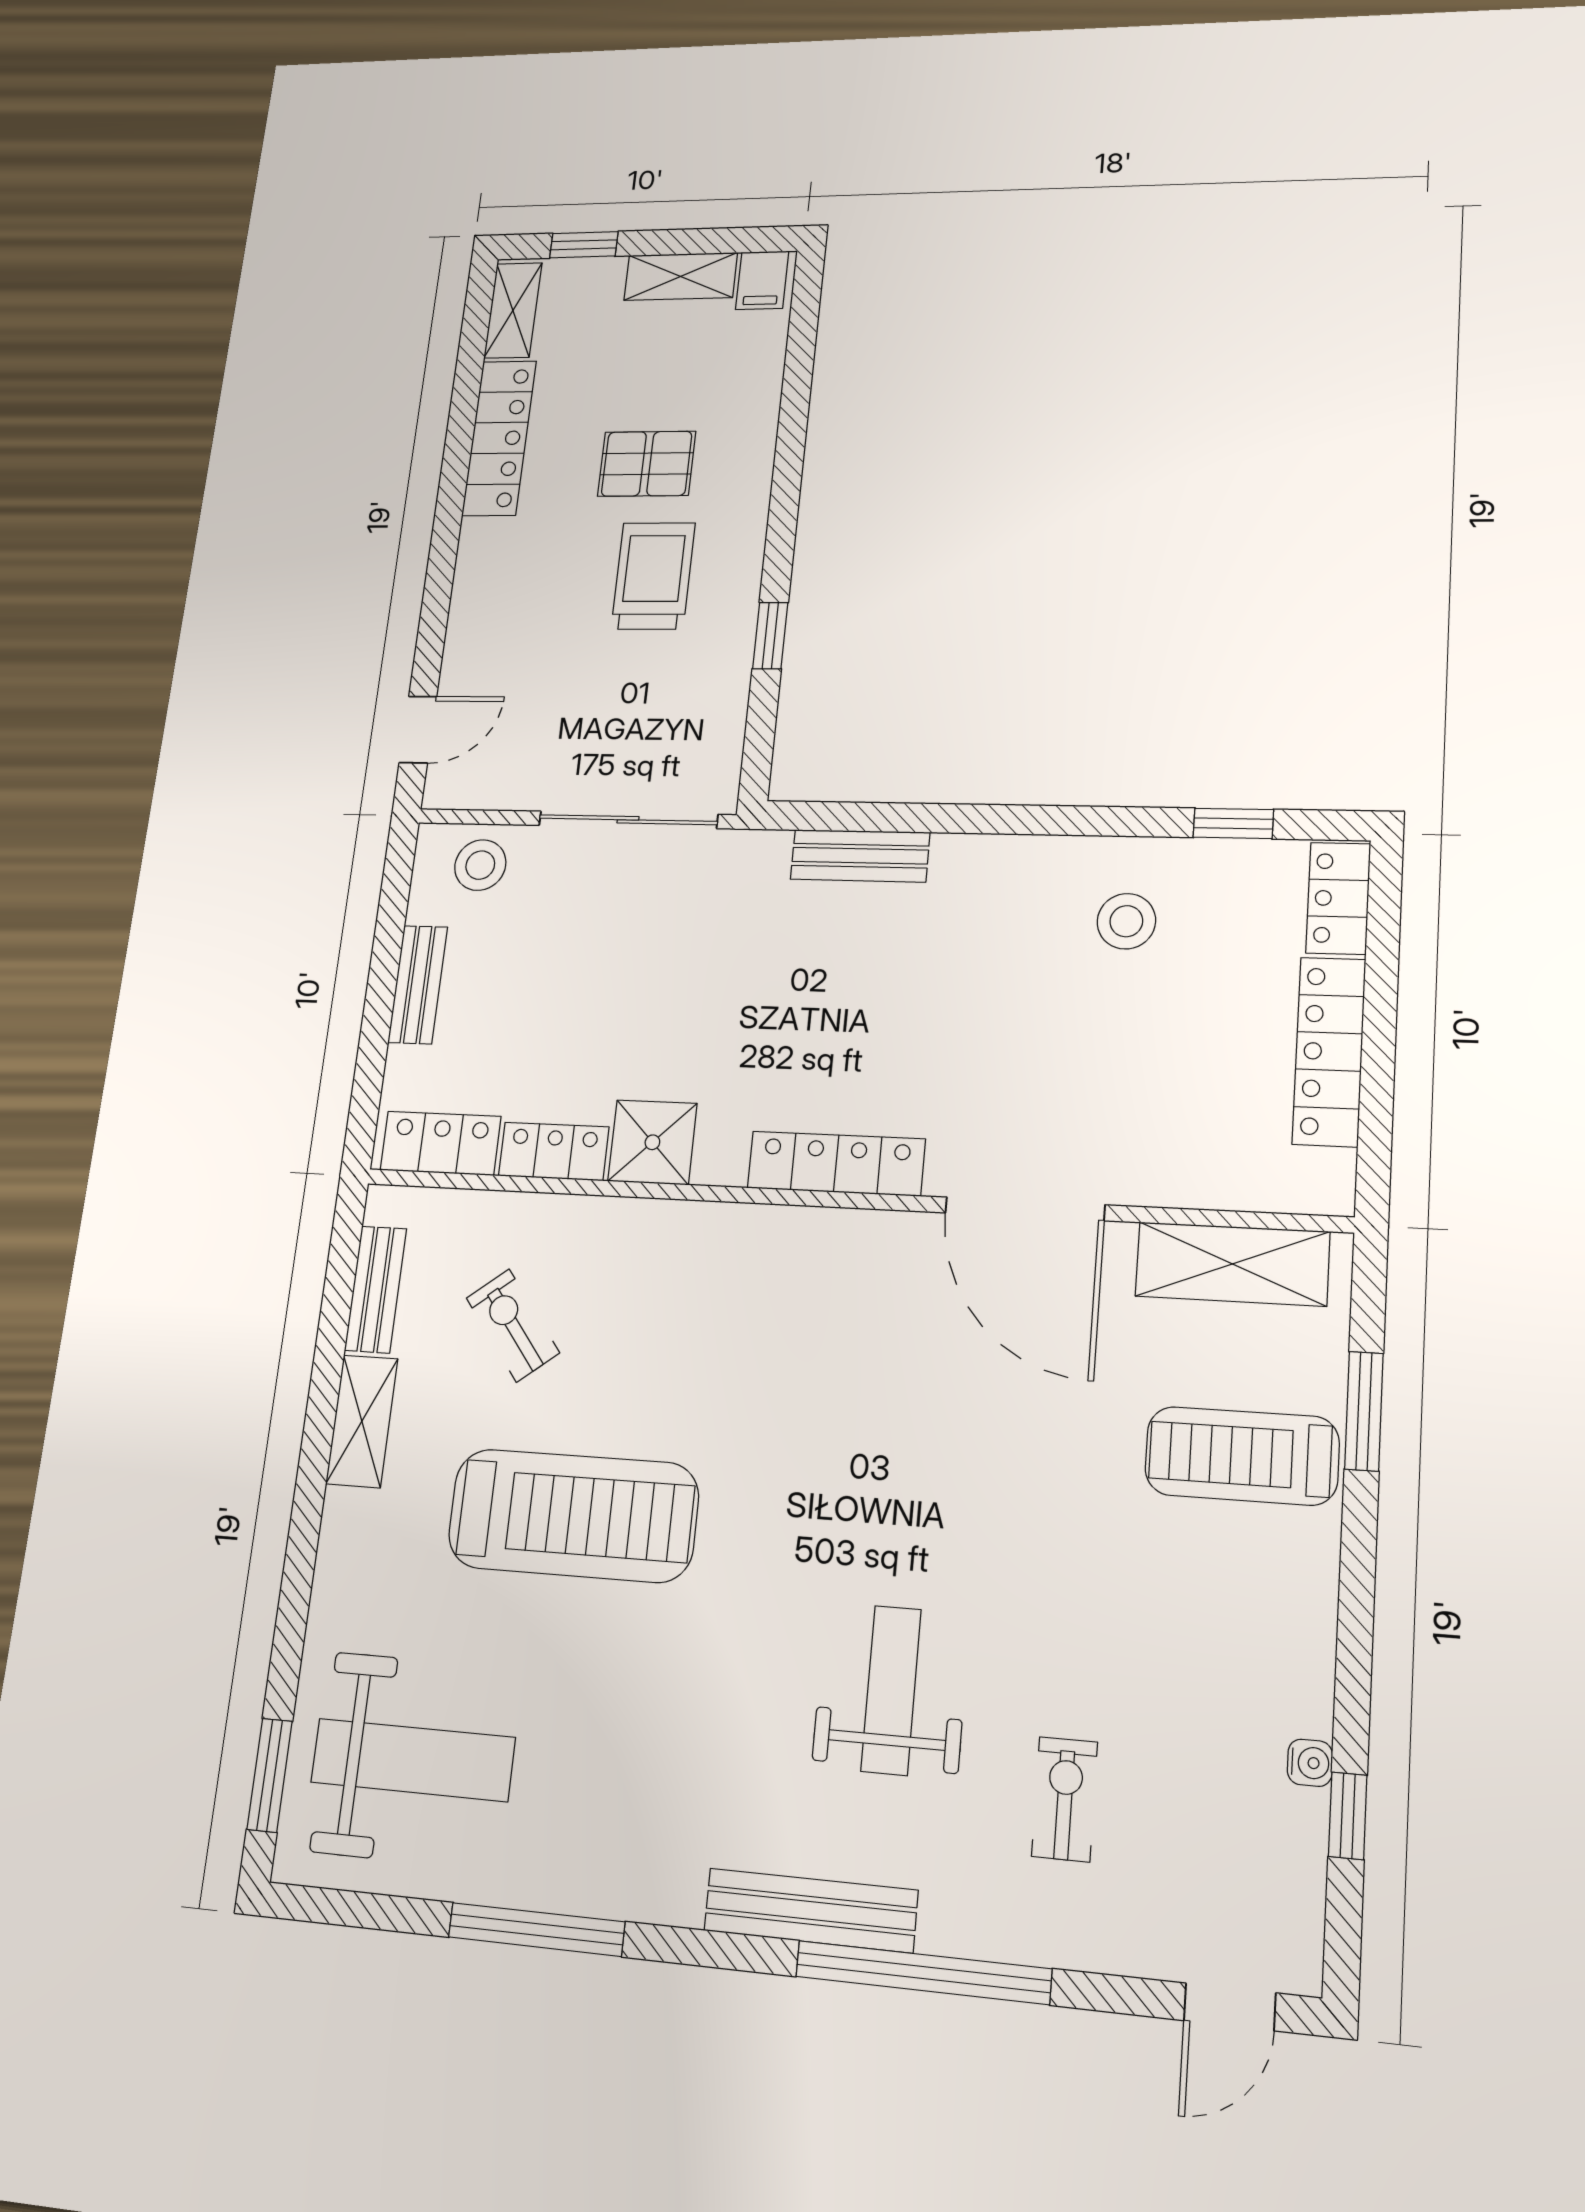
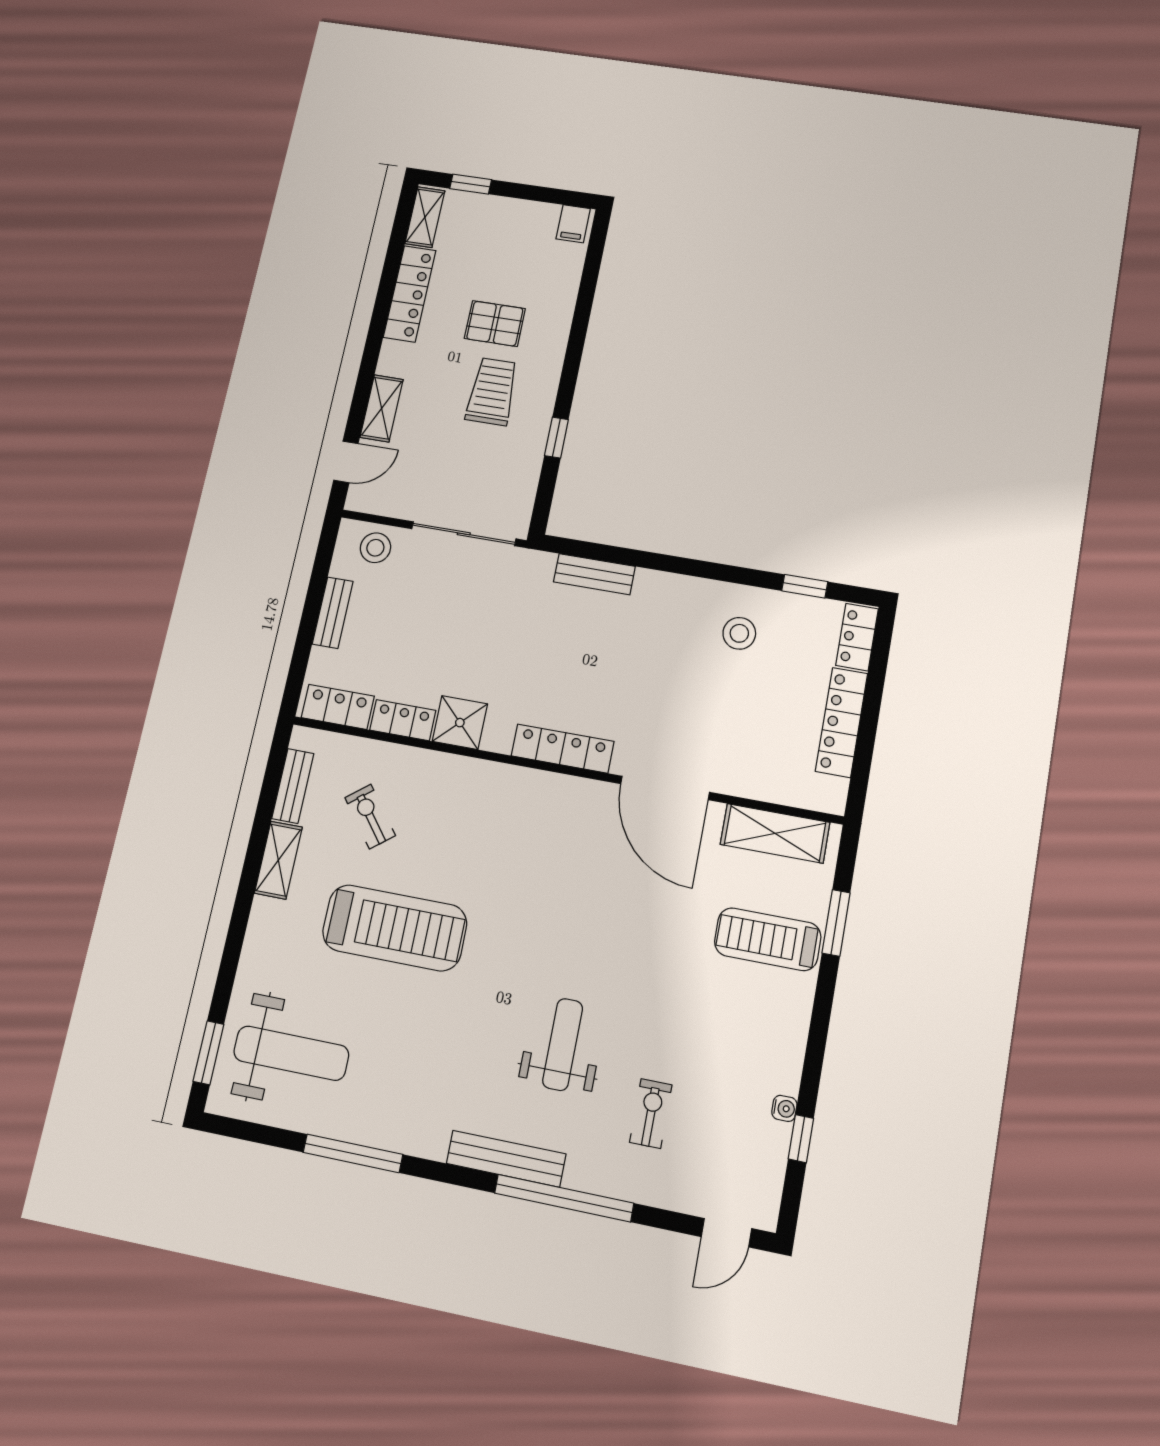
shelving: (681, 276) -> (382, 408), moved, turned 90

